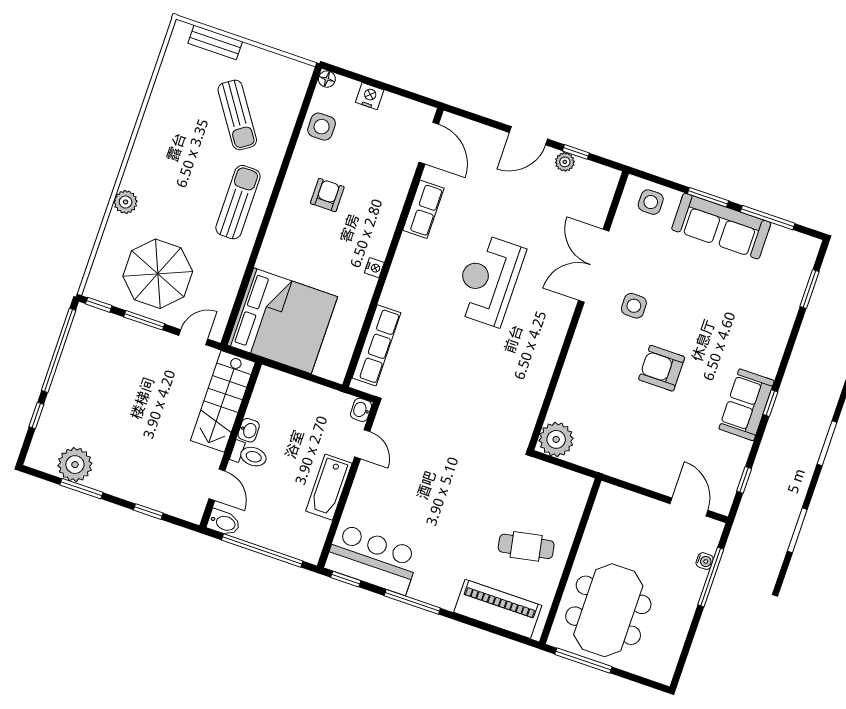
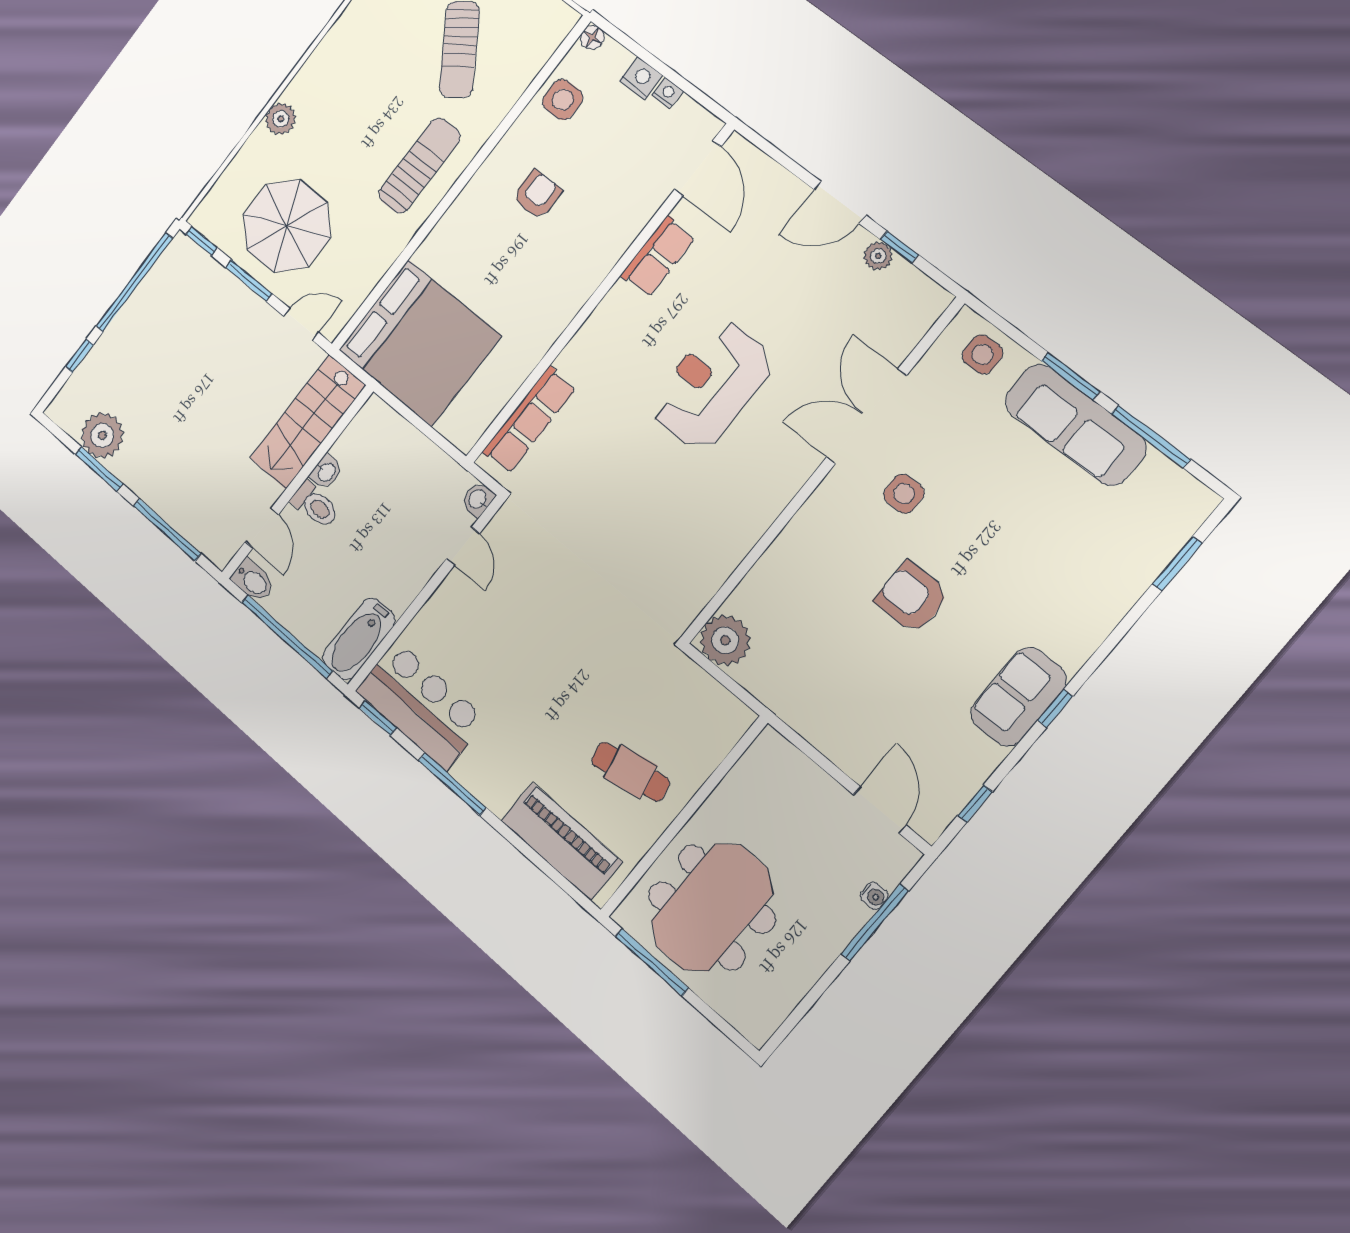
nightstand: (374, 268) -> (667, 93), moved, turned -90
bathtub: (329, 487) -> (359, 639), moved
window: (148, 512) -> (167, 530), width x2.17

